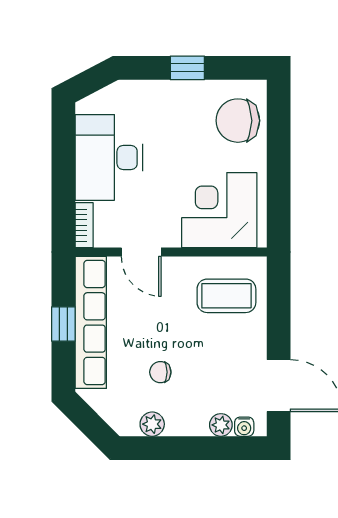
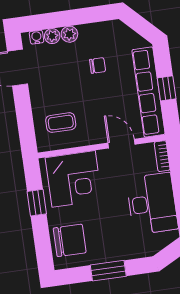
window: (187, 68) -> (108, 271), width x1.50
window: (279, 183) -> (37, 203), added
coffee table: (226, 296) -> (61, 123), width x0.73, depth x0.77
plant: (152, 424) -> (69, 34), moved

